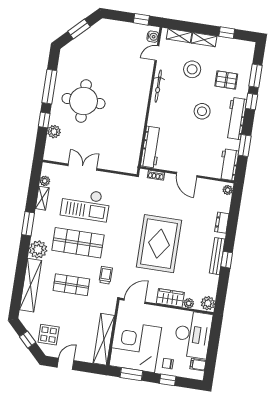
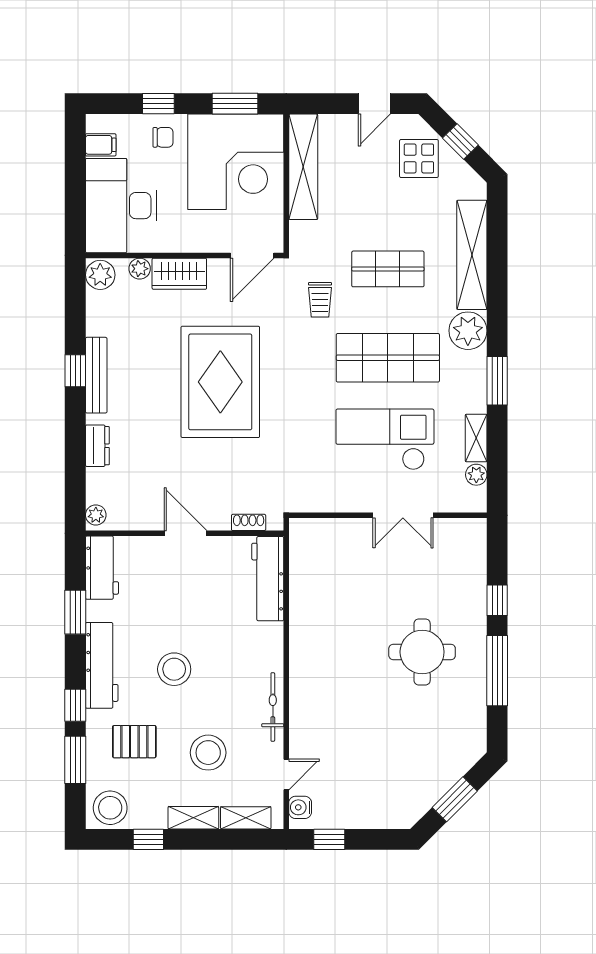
stool: (243, 50) -> (110, 808), added
round table: (84, 101) -> (422, 652), width x0.73, depth x0.73
plant: (54, 132) -> (473, 579), removed

